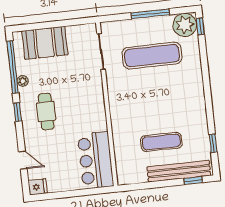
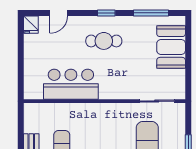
window: (13, 67) -> (151, 13), width x0.68
plant: (23, 81) -> (136, 21), removed
bar counter: (96, 160) -> (71, 84), moved

